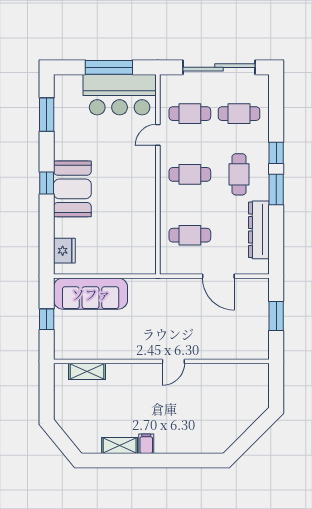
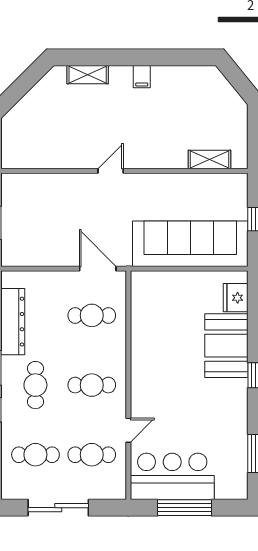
sliding door: (219, 67) -> (58, 508), width x0.73
booth: (72, 189) -> (226, 346), moved
door: (218, 276) -> (98, 269), moved
sofa: (91, 294) -> (190, 244), width x1.36, depth x1.27
shelving: (120, 445) -> (88, 75), moved

